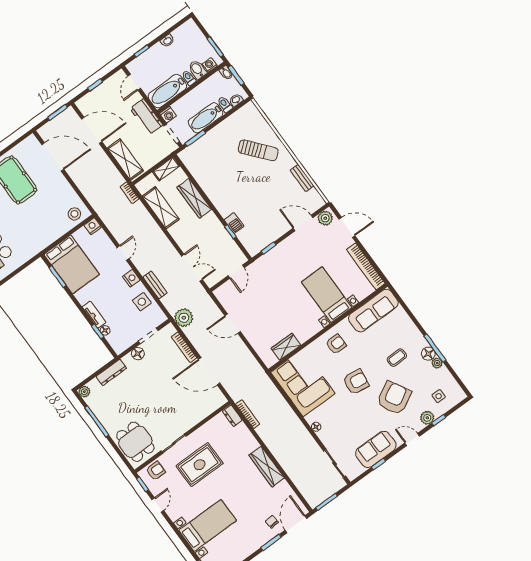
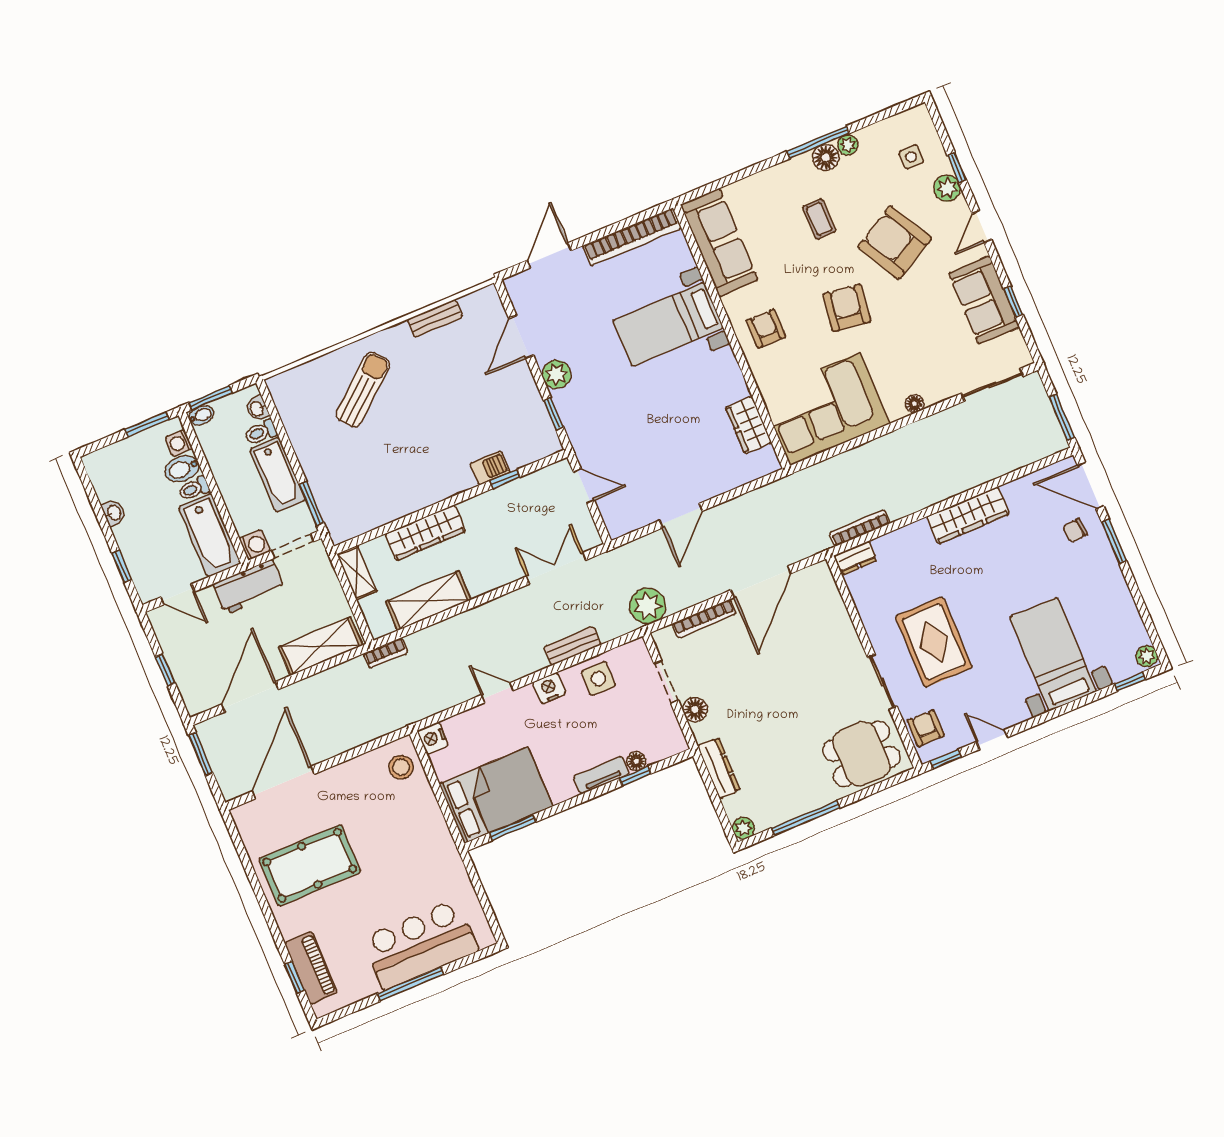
plant: (325, 218) -> (556, 374), moved

